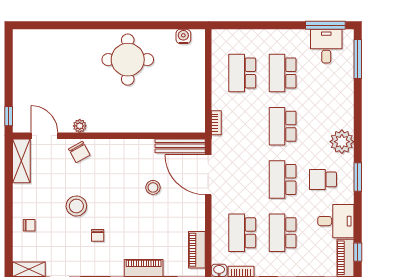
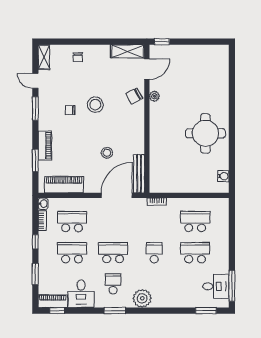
window: (358, 59) -> (206, 311), width x0.69
school desk: (283, 126) -> (154, 253), width x0.54
stool: (76, 206) -> (95, 105), moved
piano: (197, 250) -> (64, 185), width x1.37, depth x1.33

